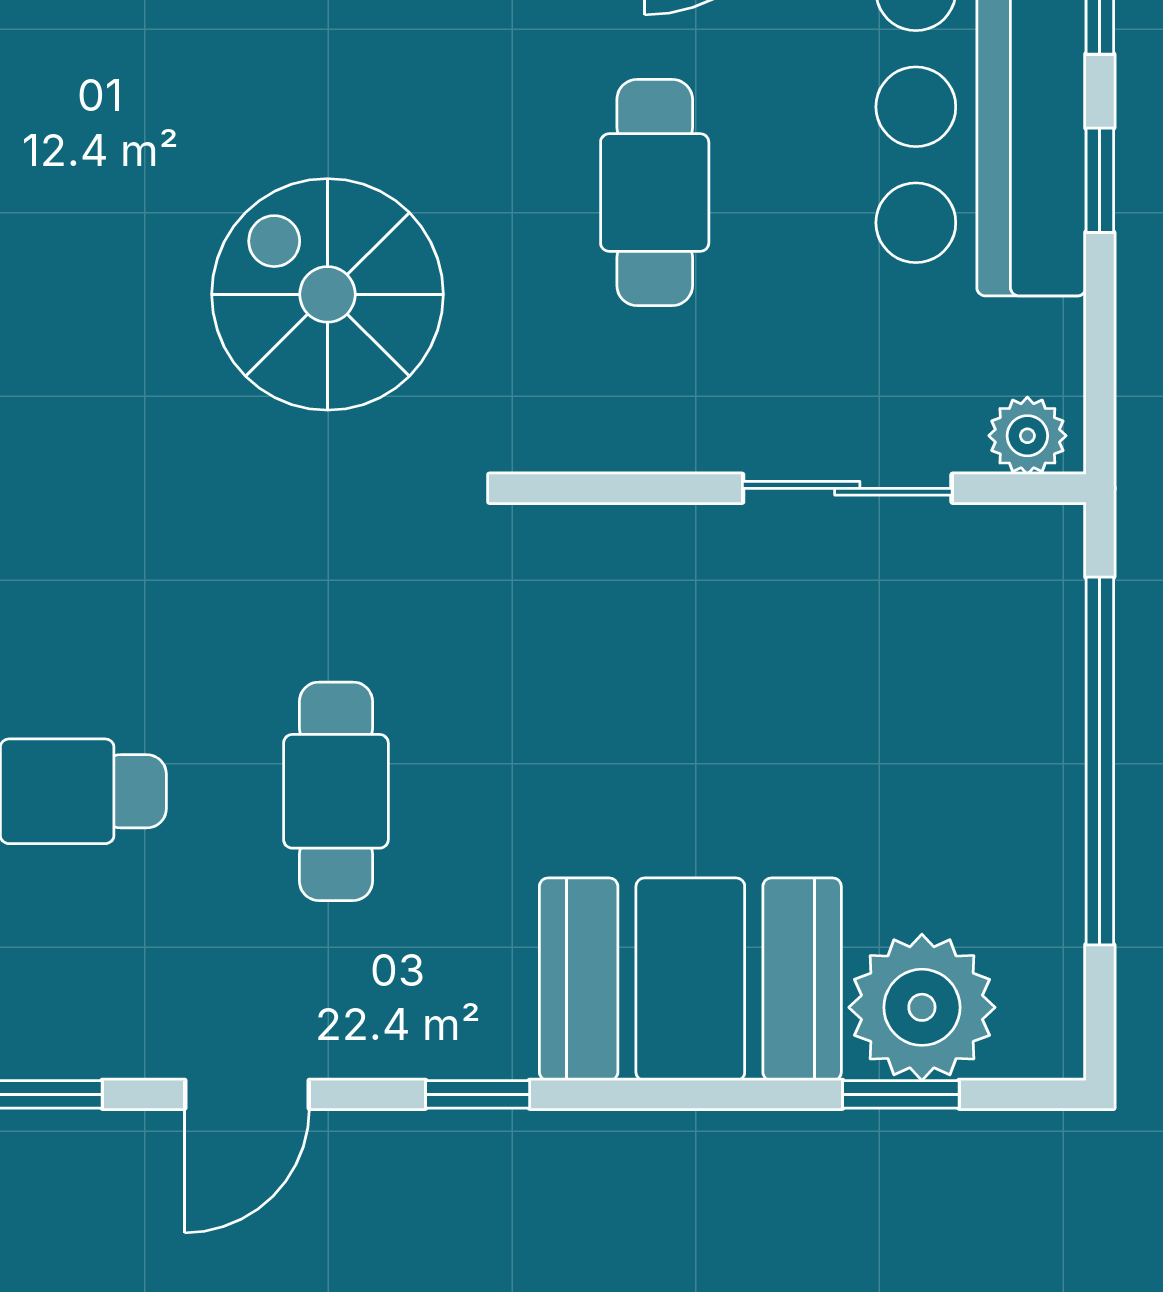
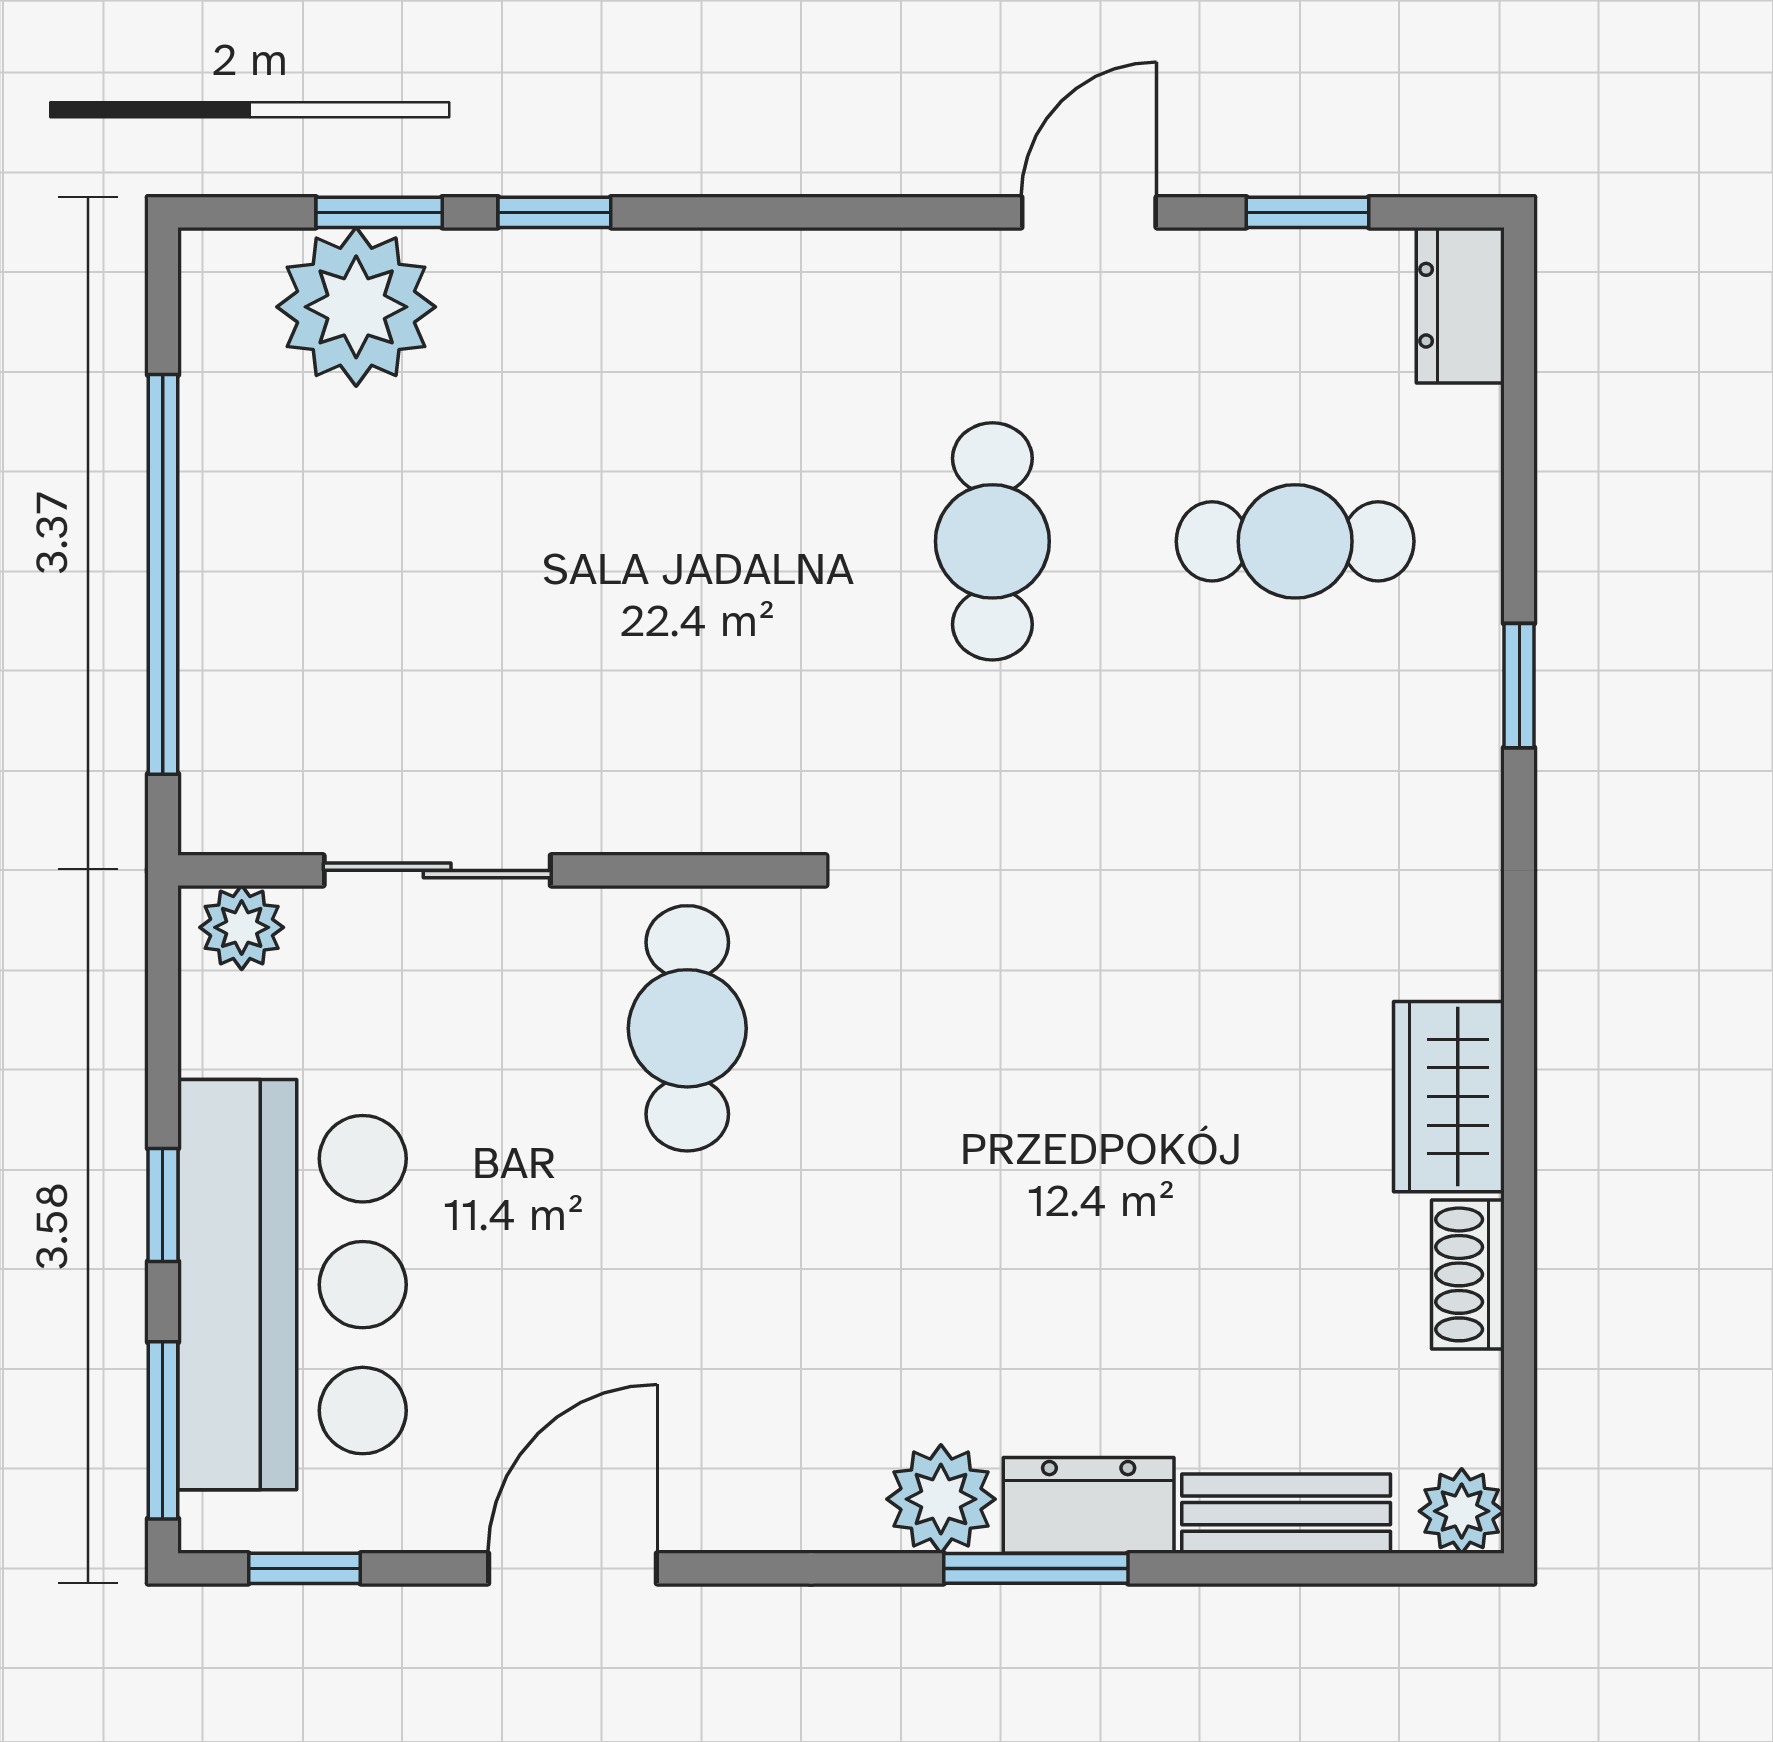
cafe table: (655, 193) -> (687, 1028), moved
spiral stairs: (327, 294) -> (1002, 1081), removed
booth: (690, 979) -> (608, 337), removed
window: (478, 1094) -> (554, 212), moved

